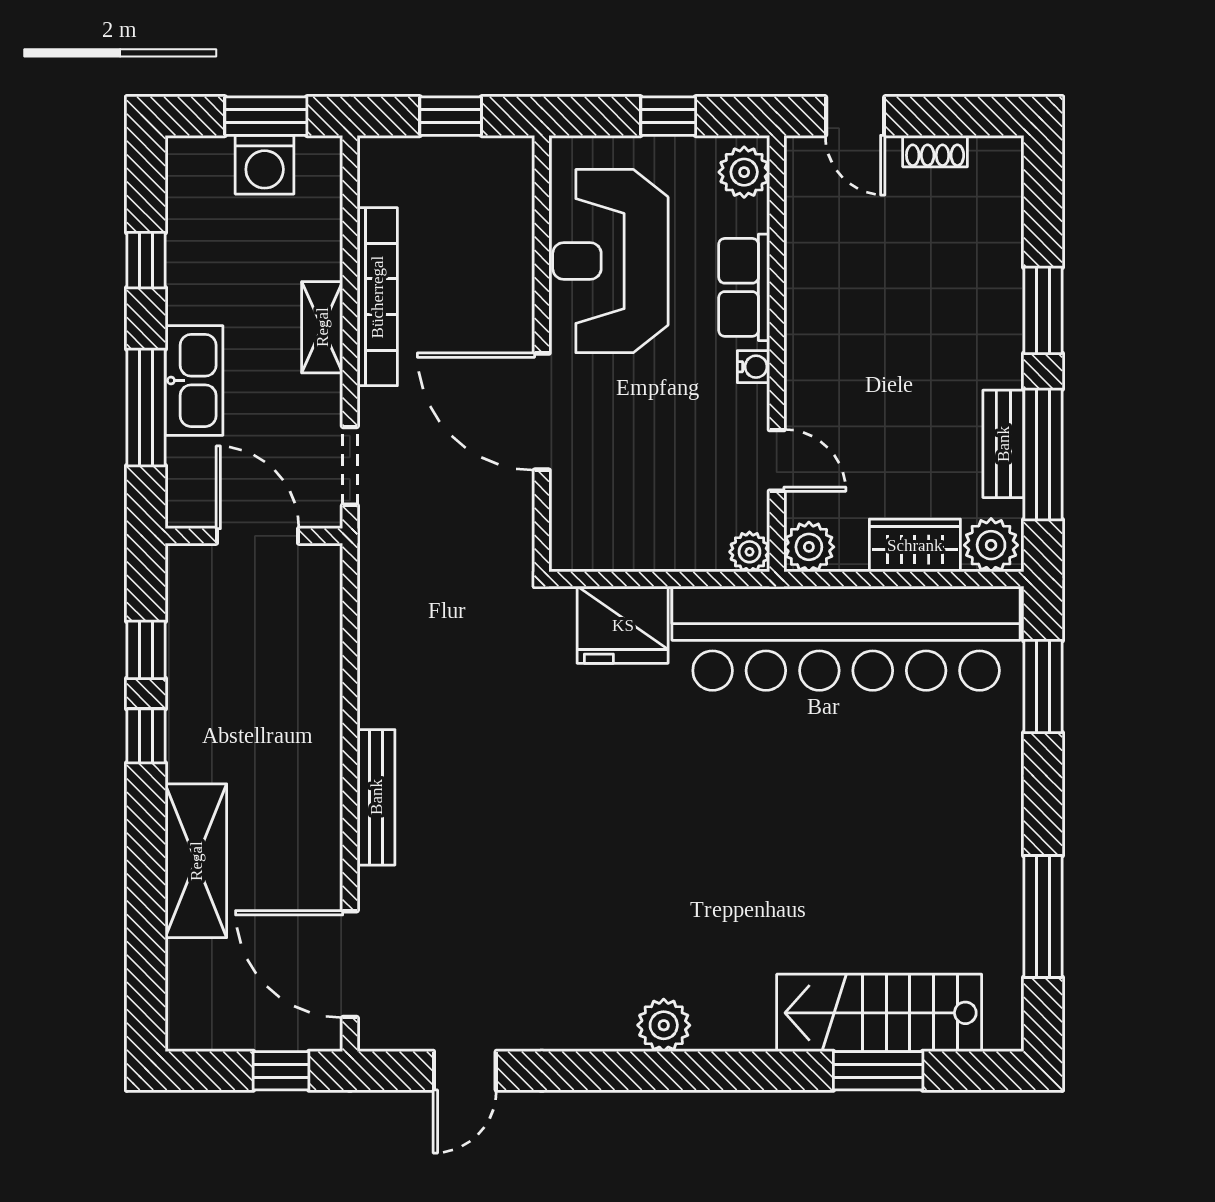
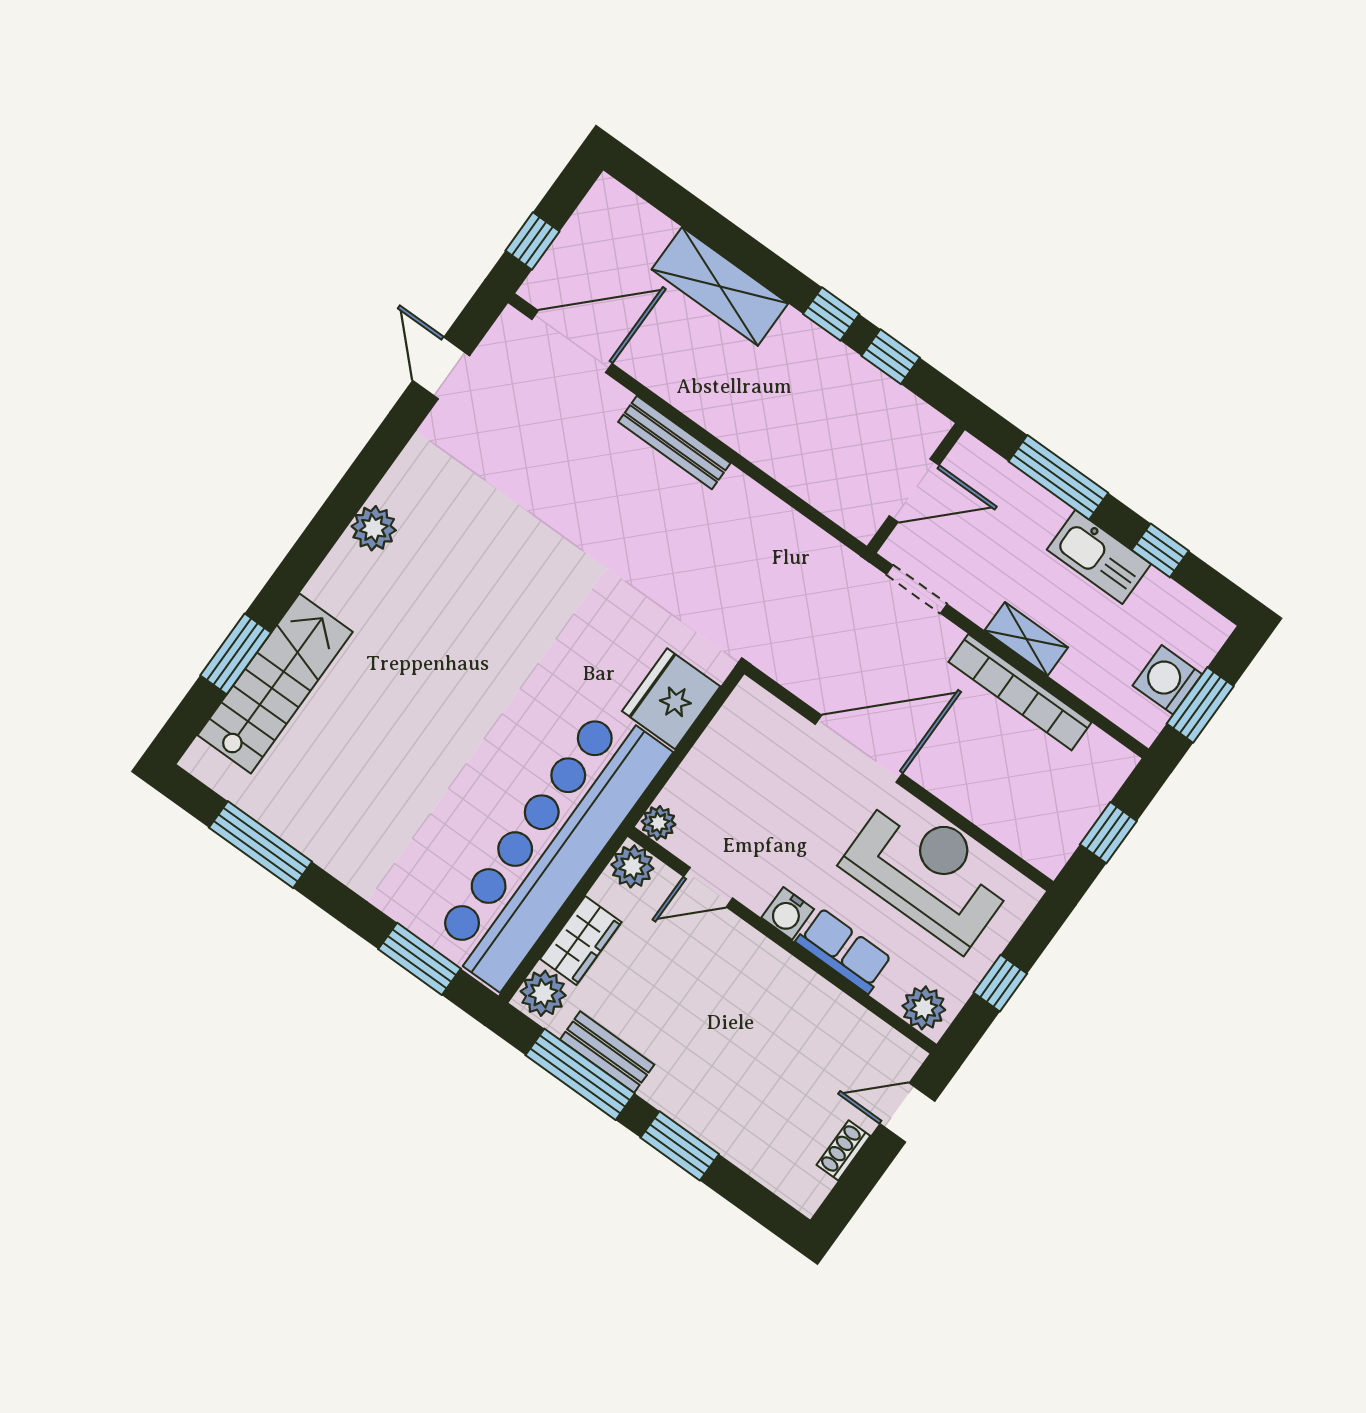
water cooler: (753, 367) -> (788, 913), width x1.38, depth x1.38
kitchen sink: (194, 380) -> (1099, 557), moved

